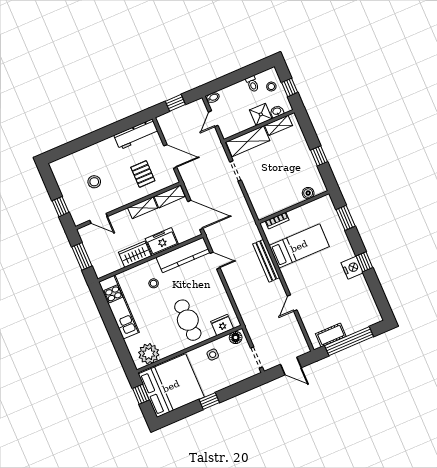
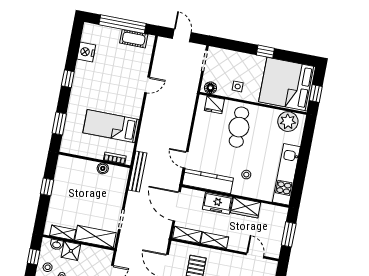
boiler: (308, 193) -> (103, 168), moved
bench: (266, 261) -> (137, 172), moved
nightstand: (352, 268) -> (86, 52), moved

